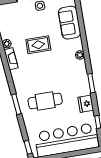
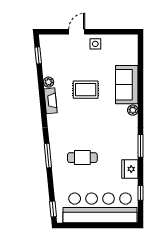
sofa: (69, 23) -> (127, 85), moved
cafe table: (45, 101) -> (82, 158), width x0.73, depth x0.74

